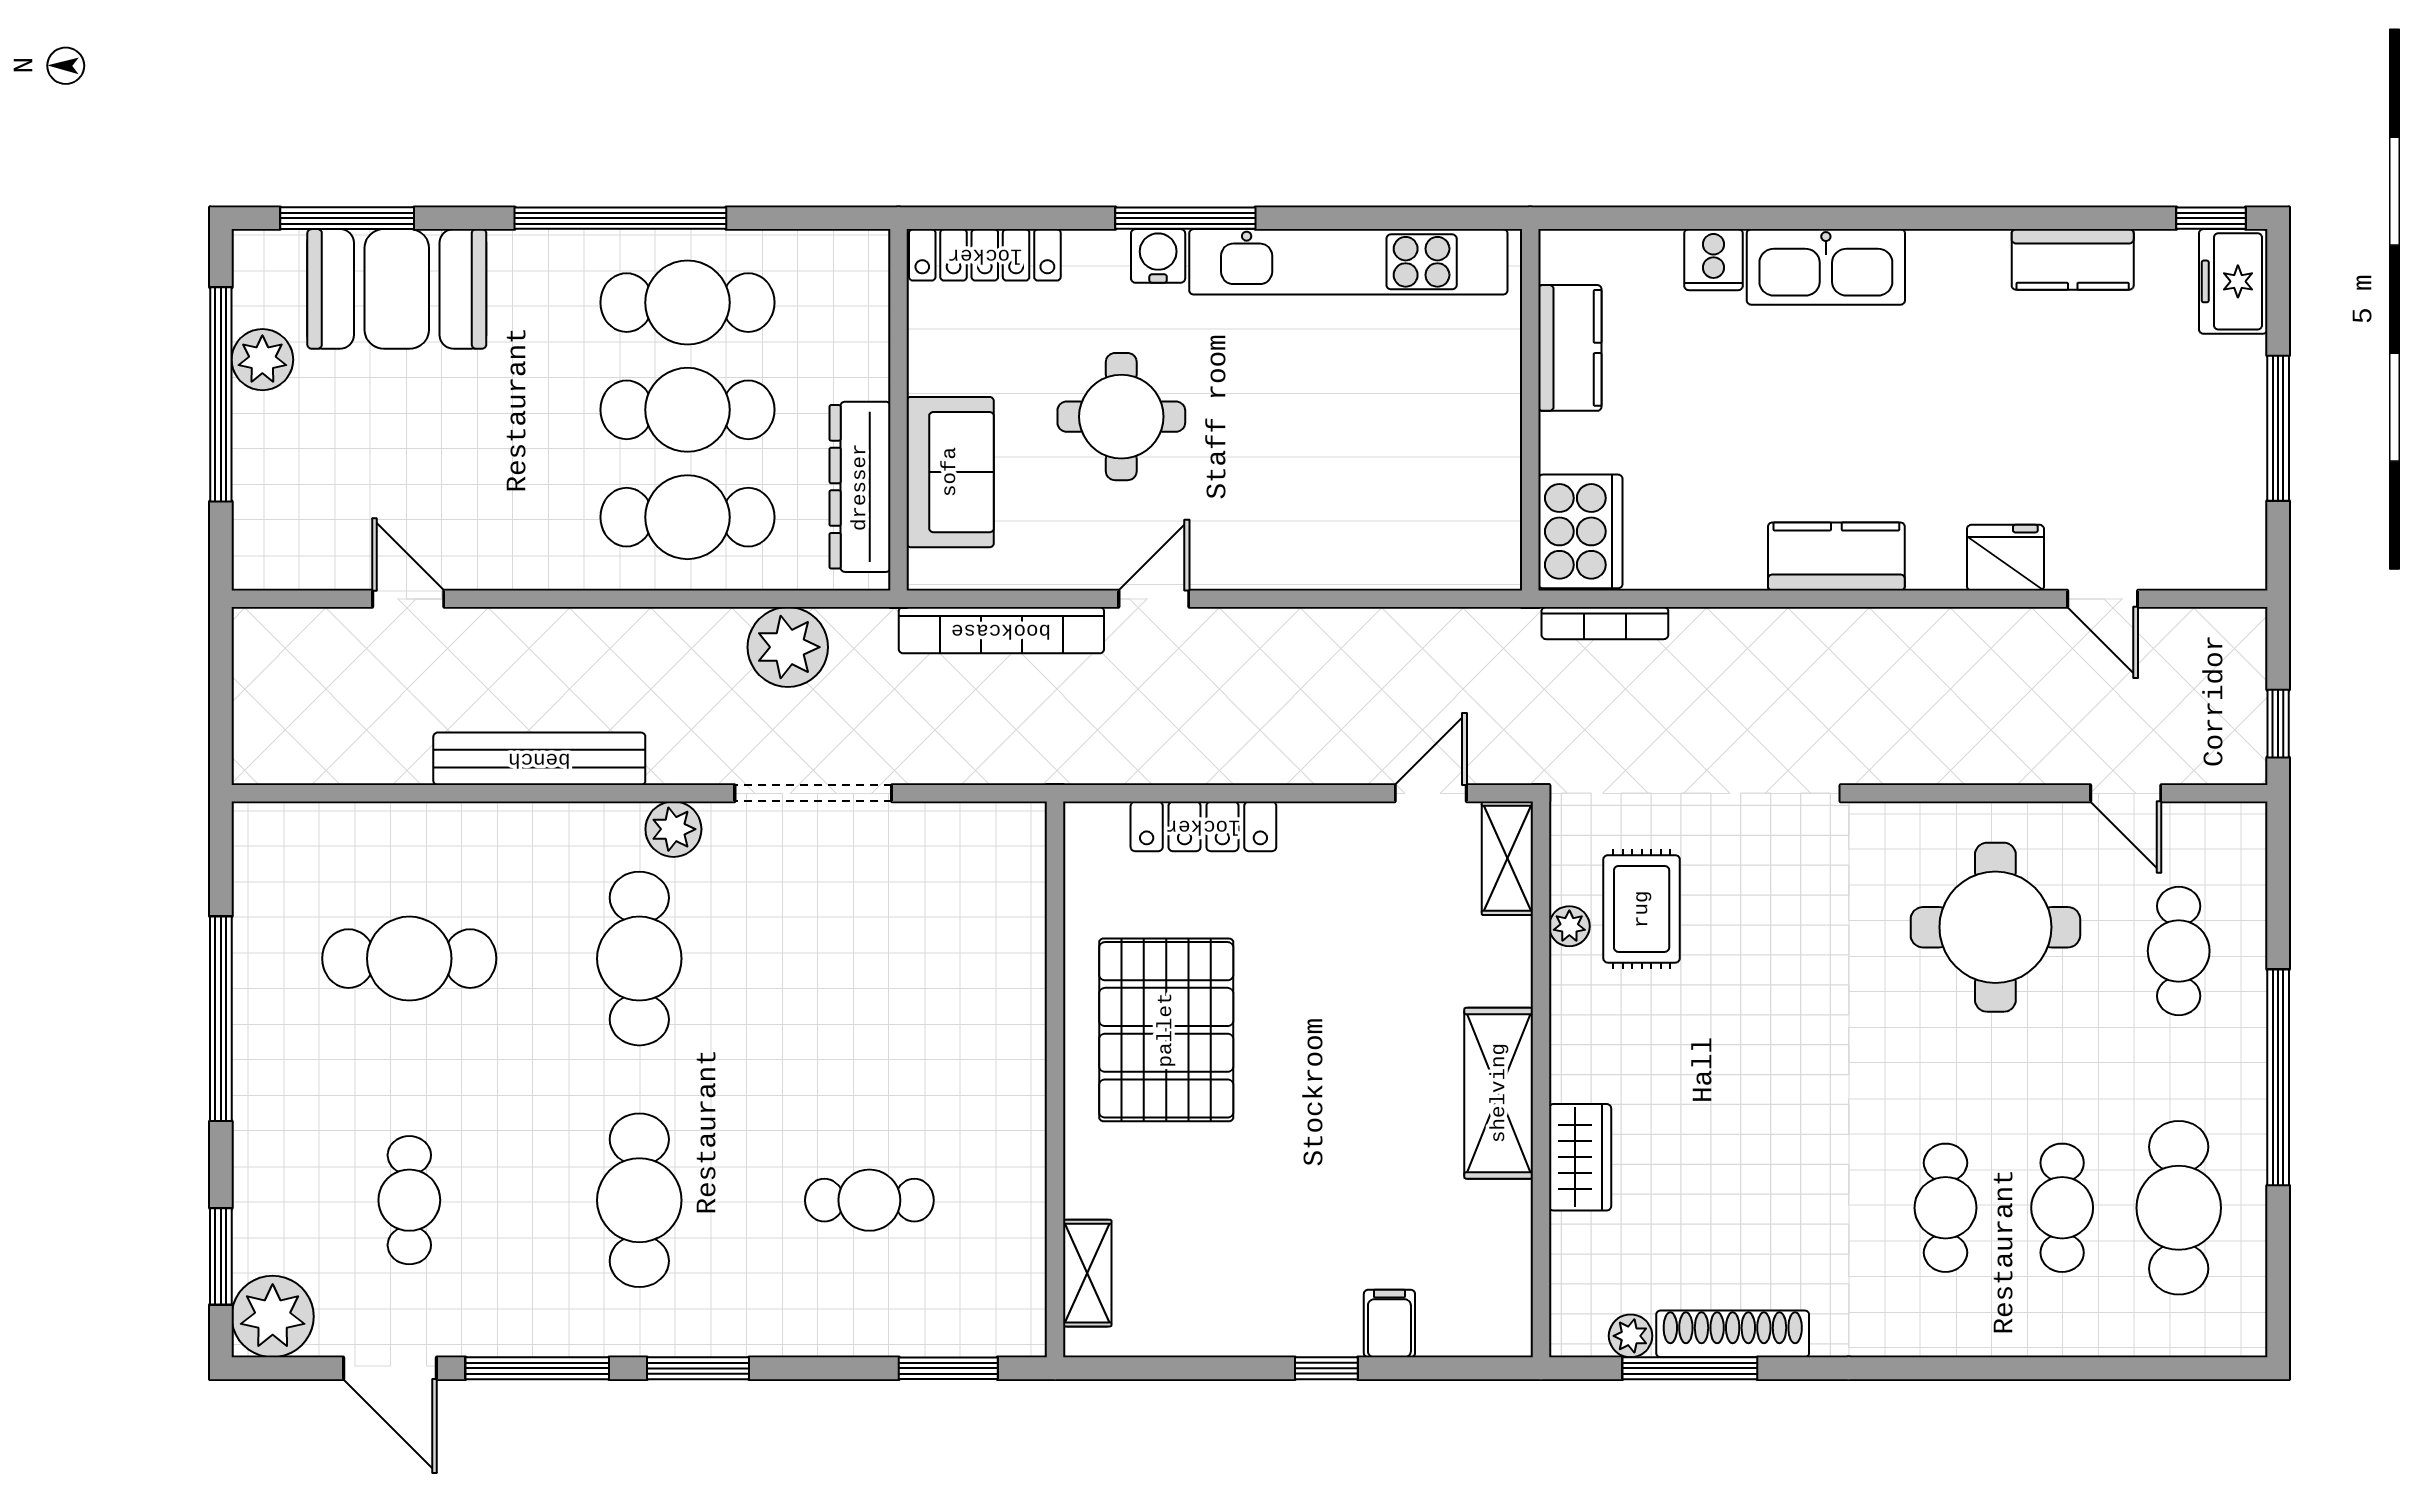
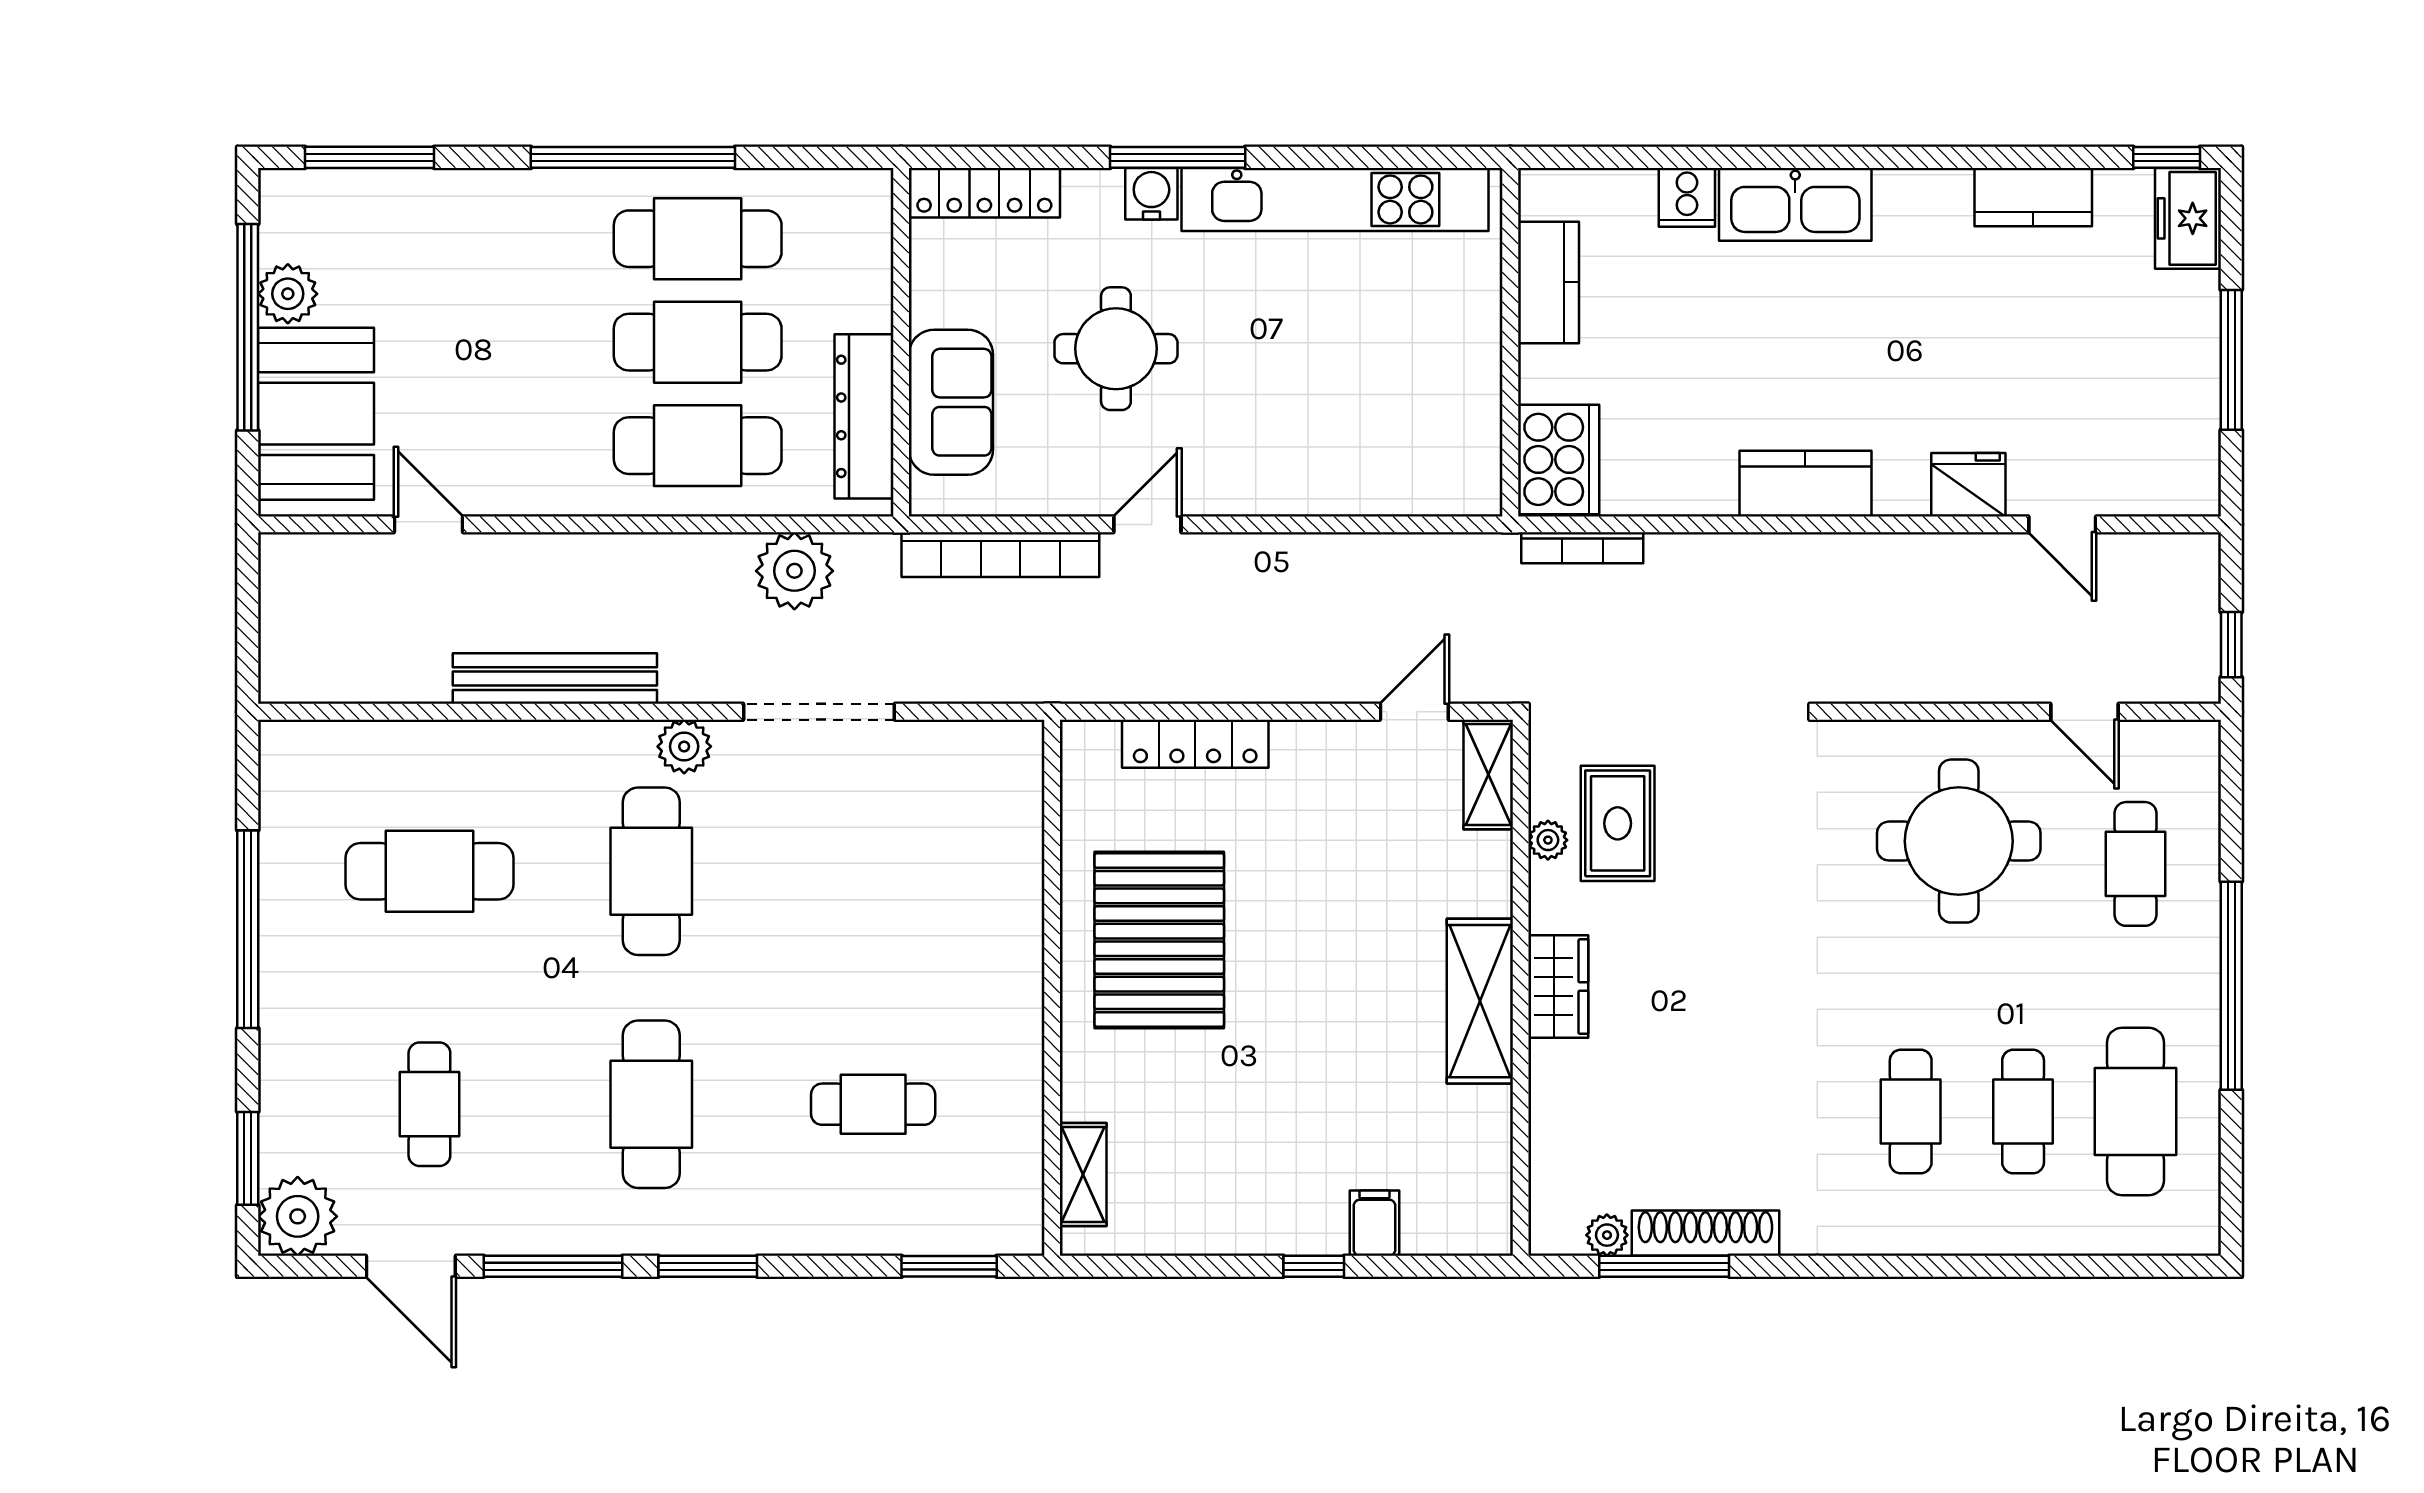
booth: (397, 289) -> (316, 414), moved, turned 90
wardrobe: (1580, 1157) -> (1558, 987), moved

